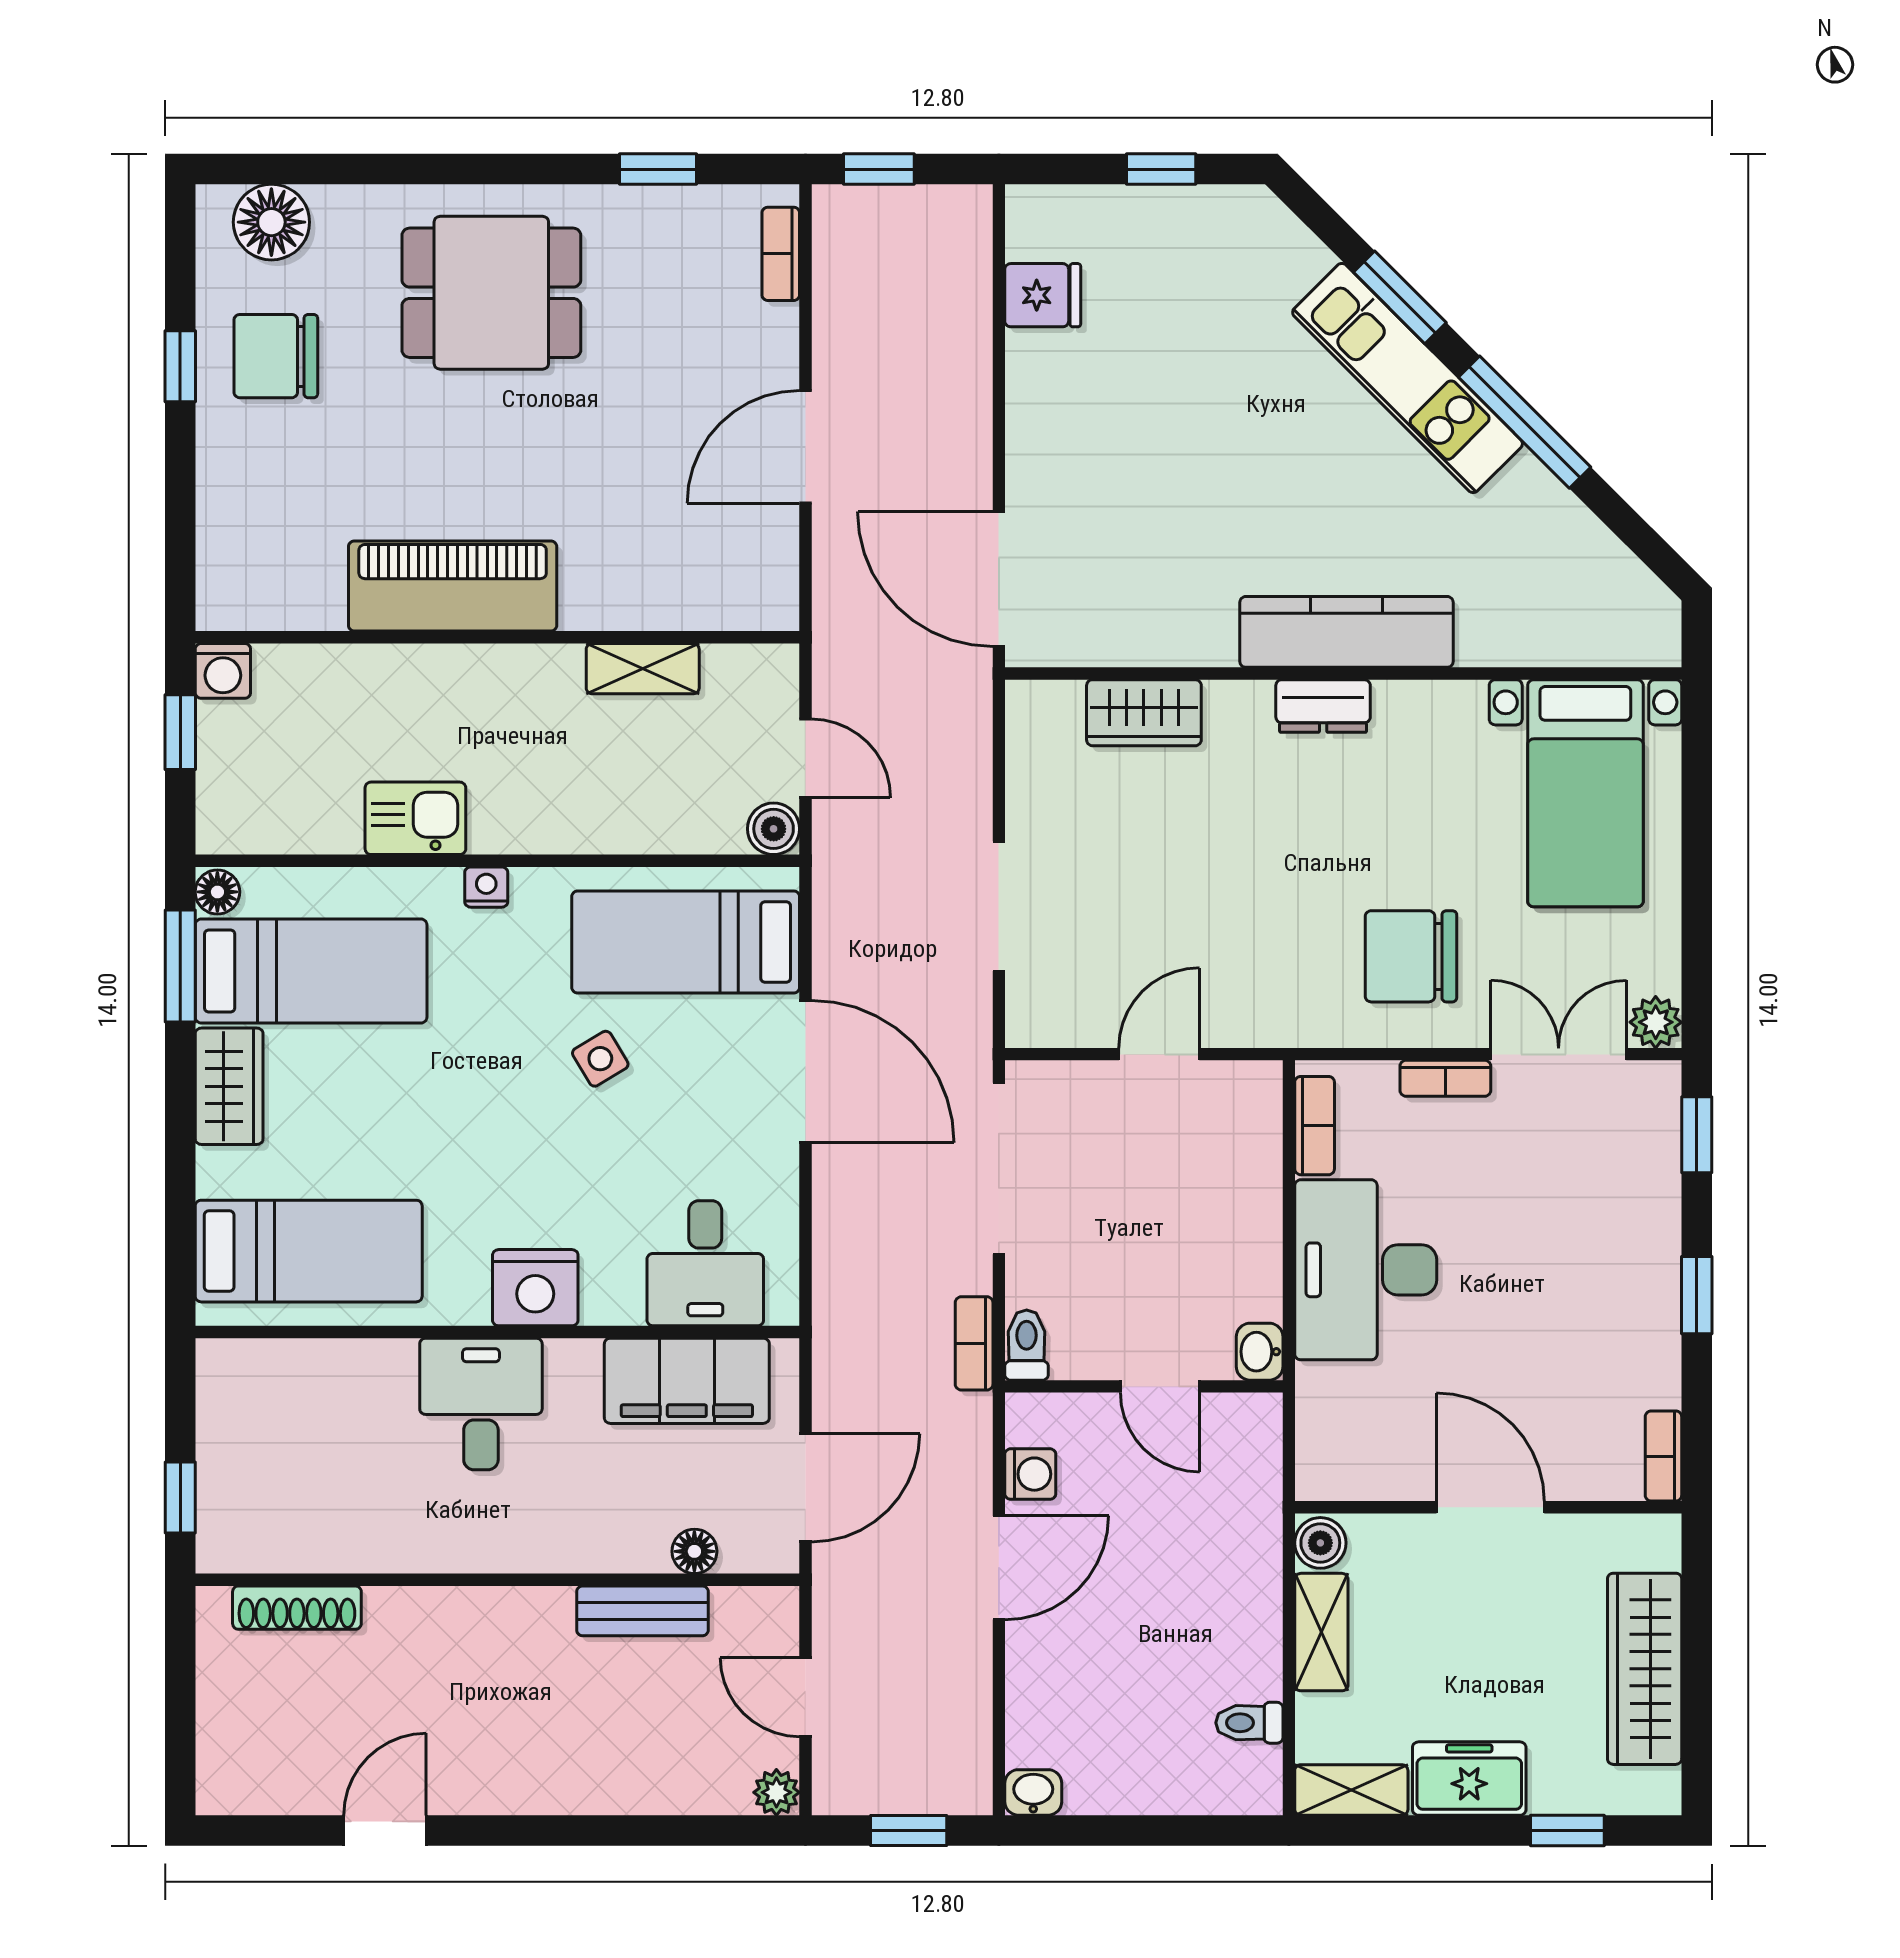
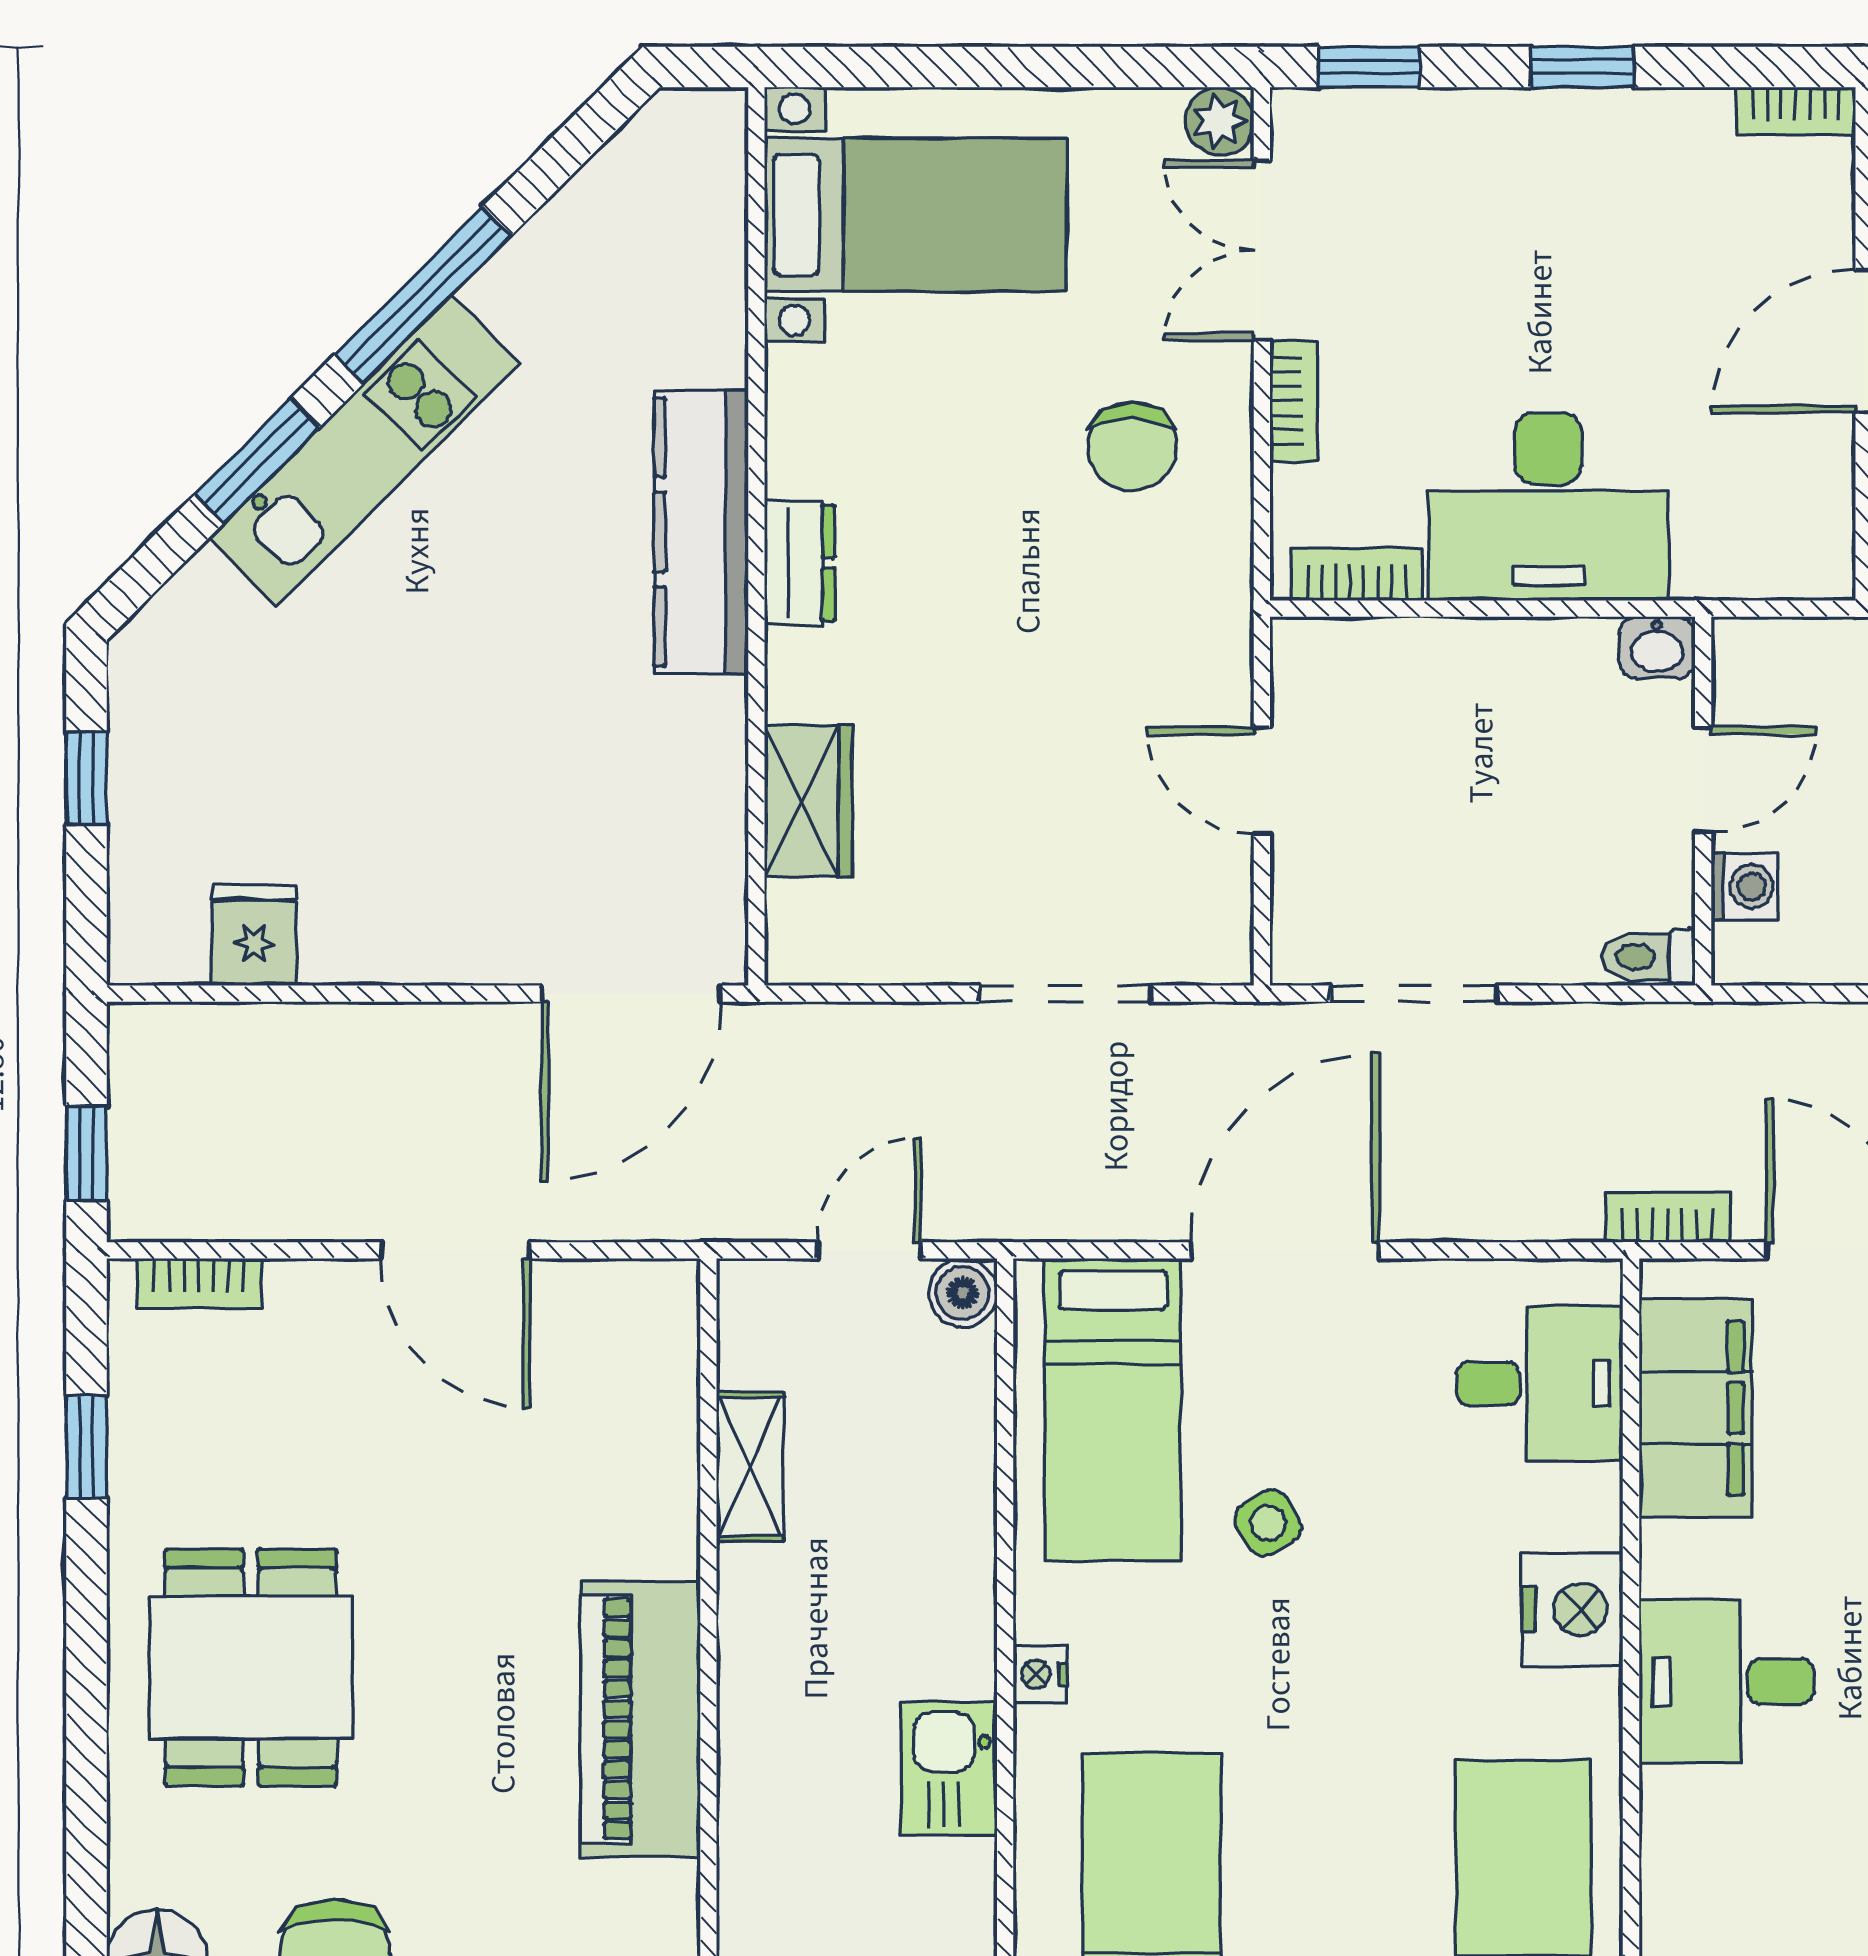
chair: (1411, 956) -> (1132, 446), width x0.73, depth x0.73
doorway: (999, 1168) -> (1414, 994), width x0.73
bookcase: (974, 1343) -> (1667, 1218), moved, turned 180
washing machine: (1030, 1474) -> (1745, 886), moved, turned 90

